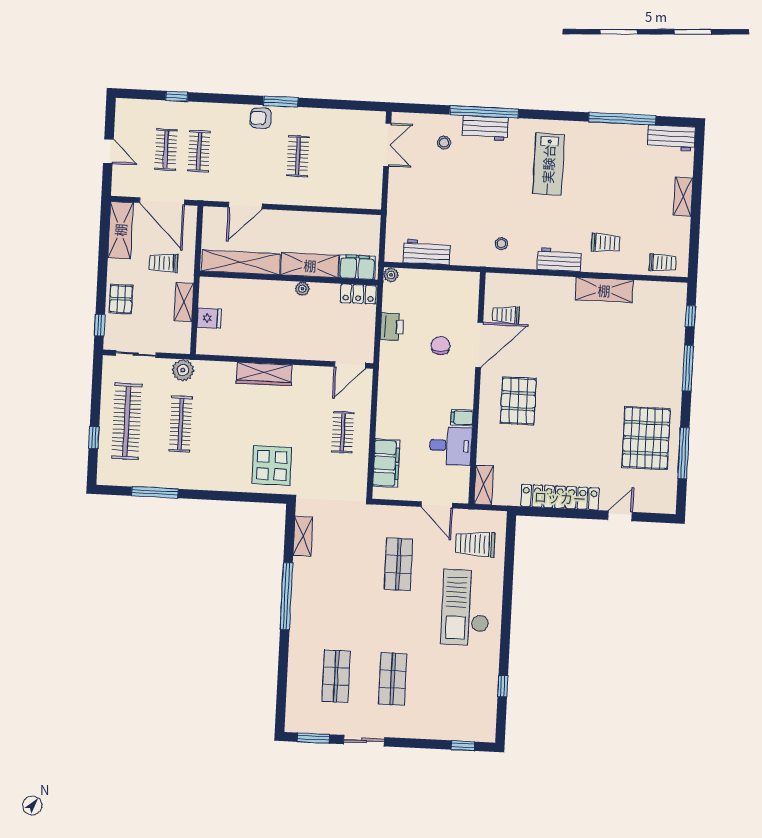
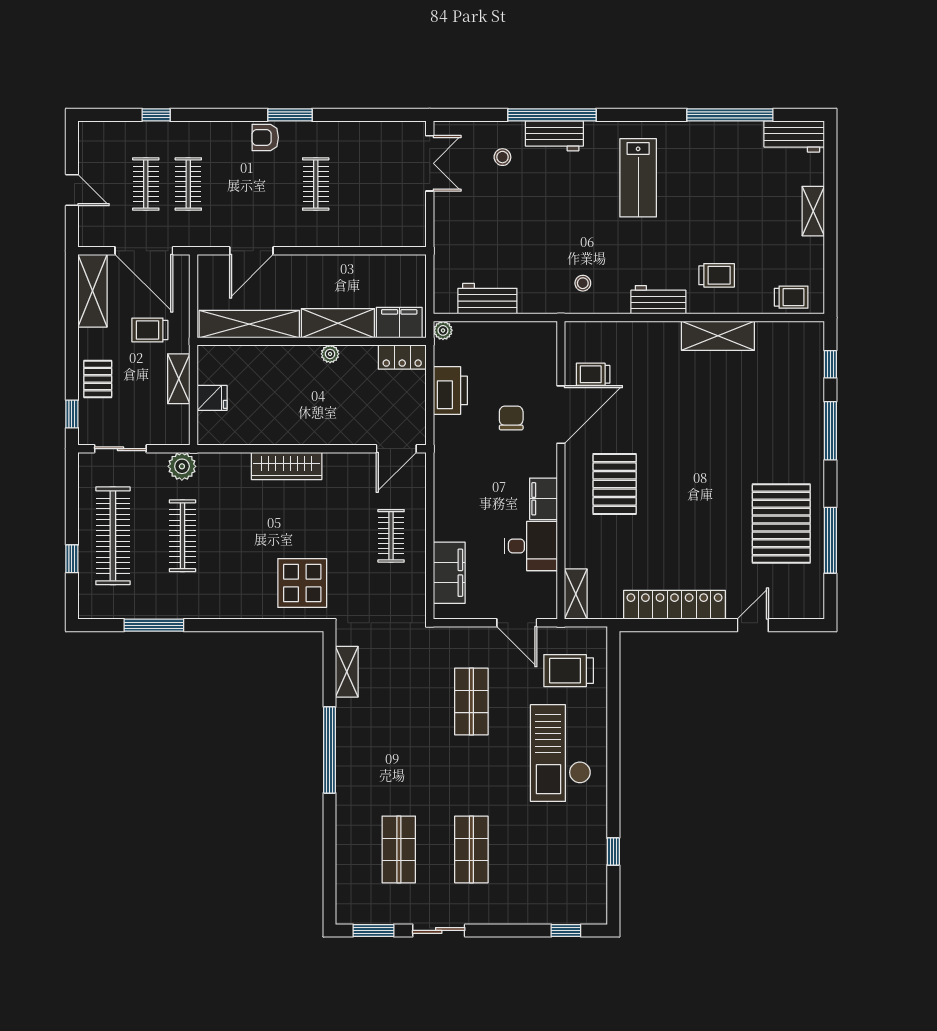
printer: (392, 327) -> (450, 390), width x1.37, depth x1.19
filing cabinet: (462, 418) -> (543, 499), width x2.00

